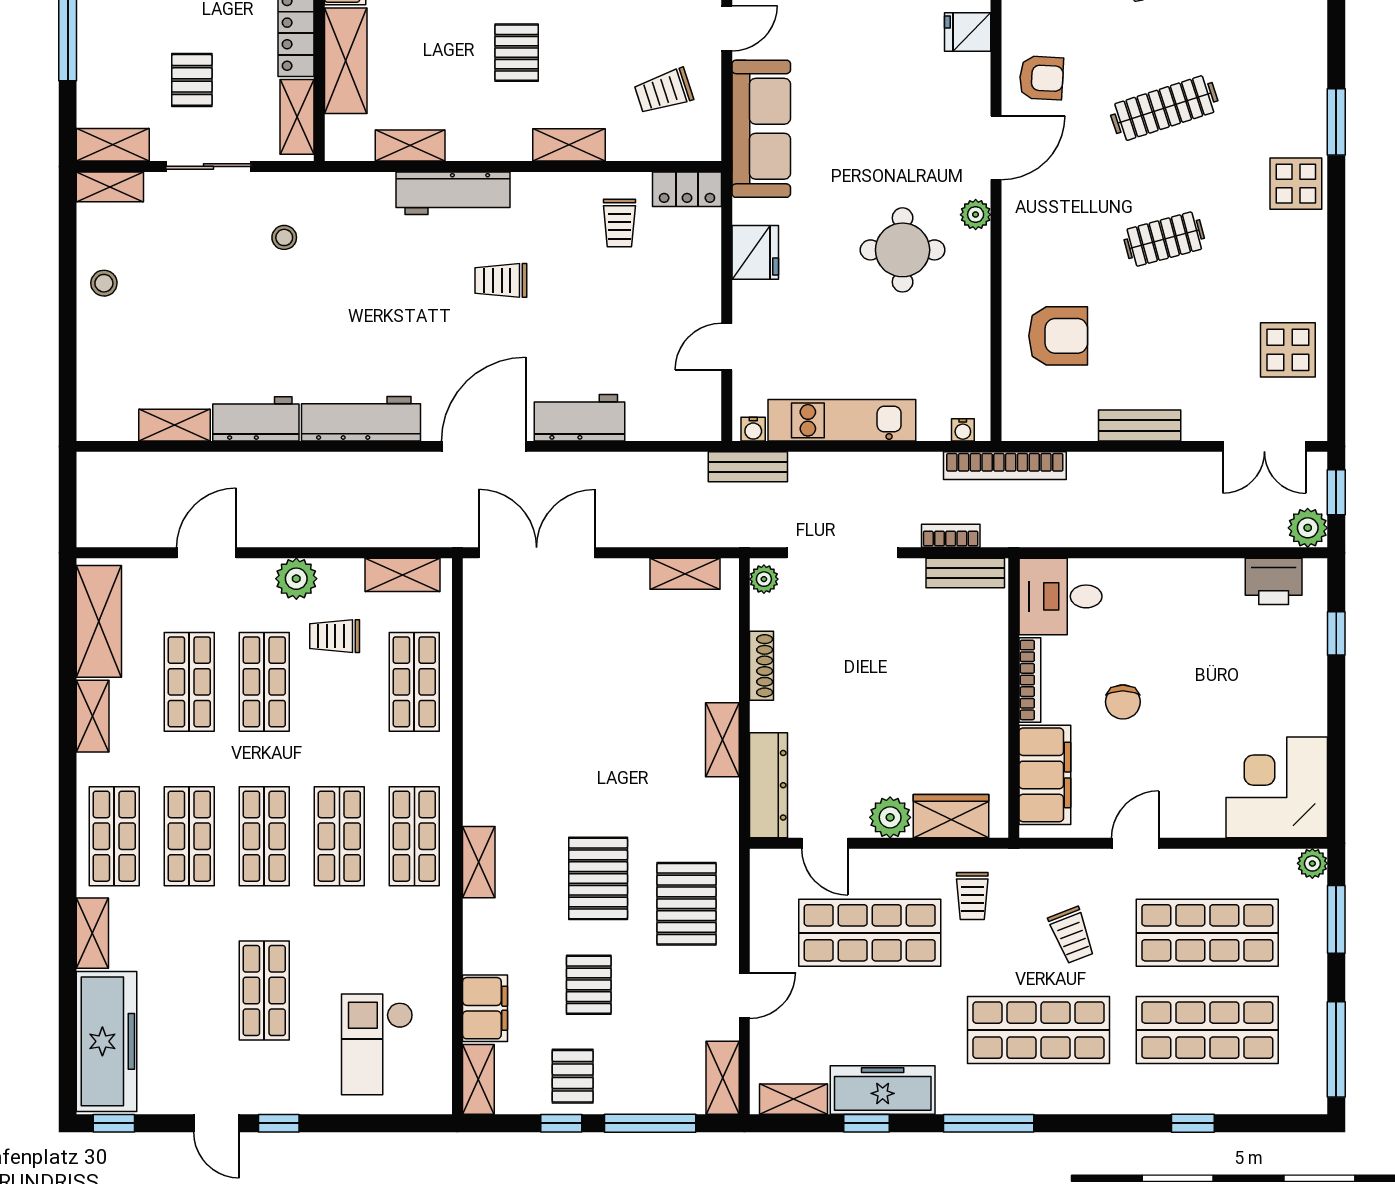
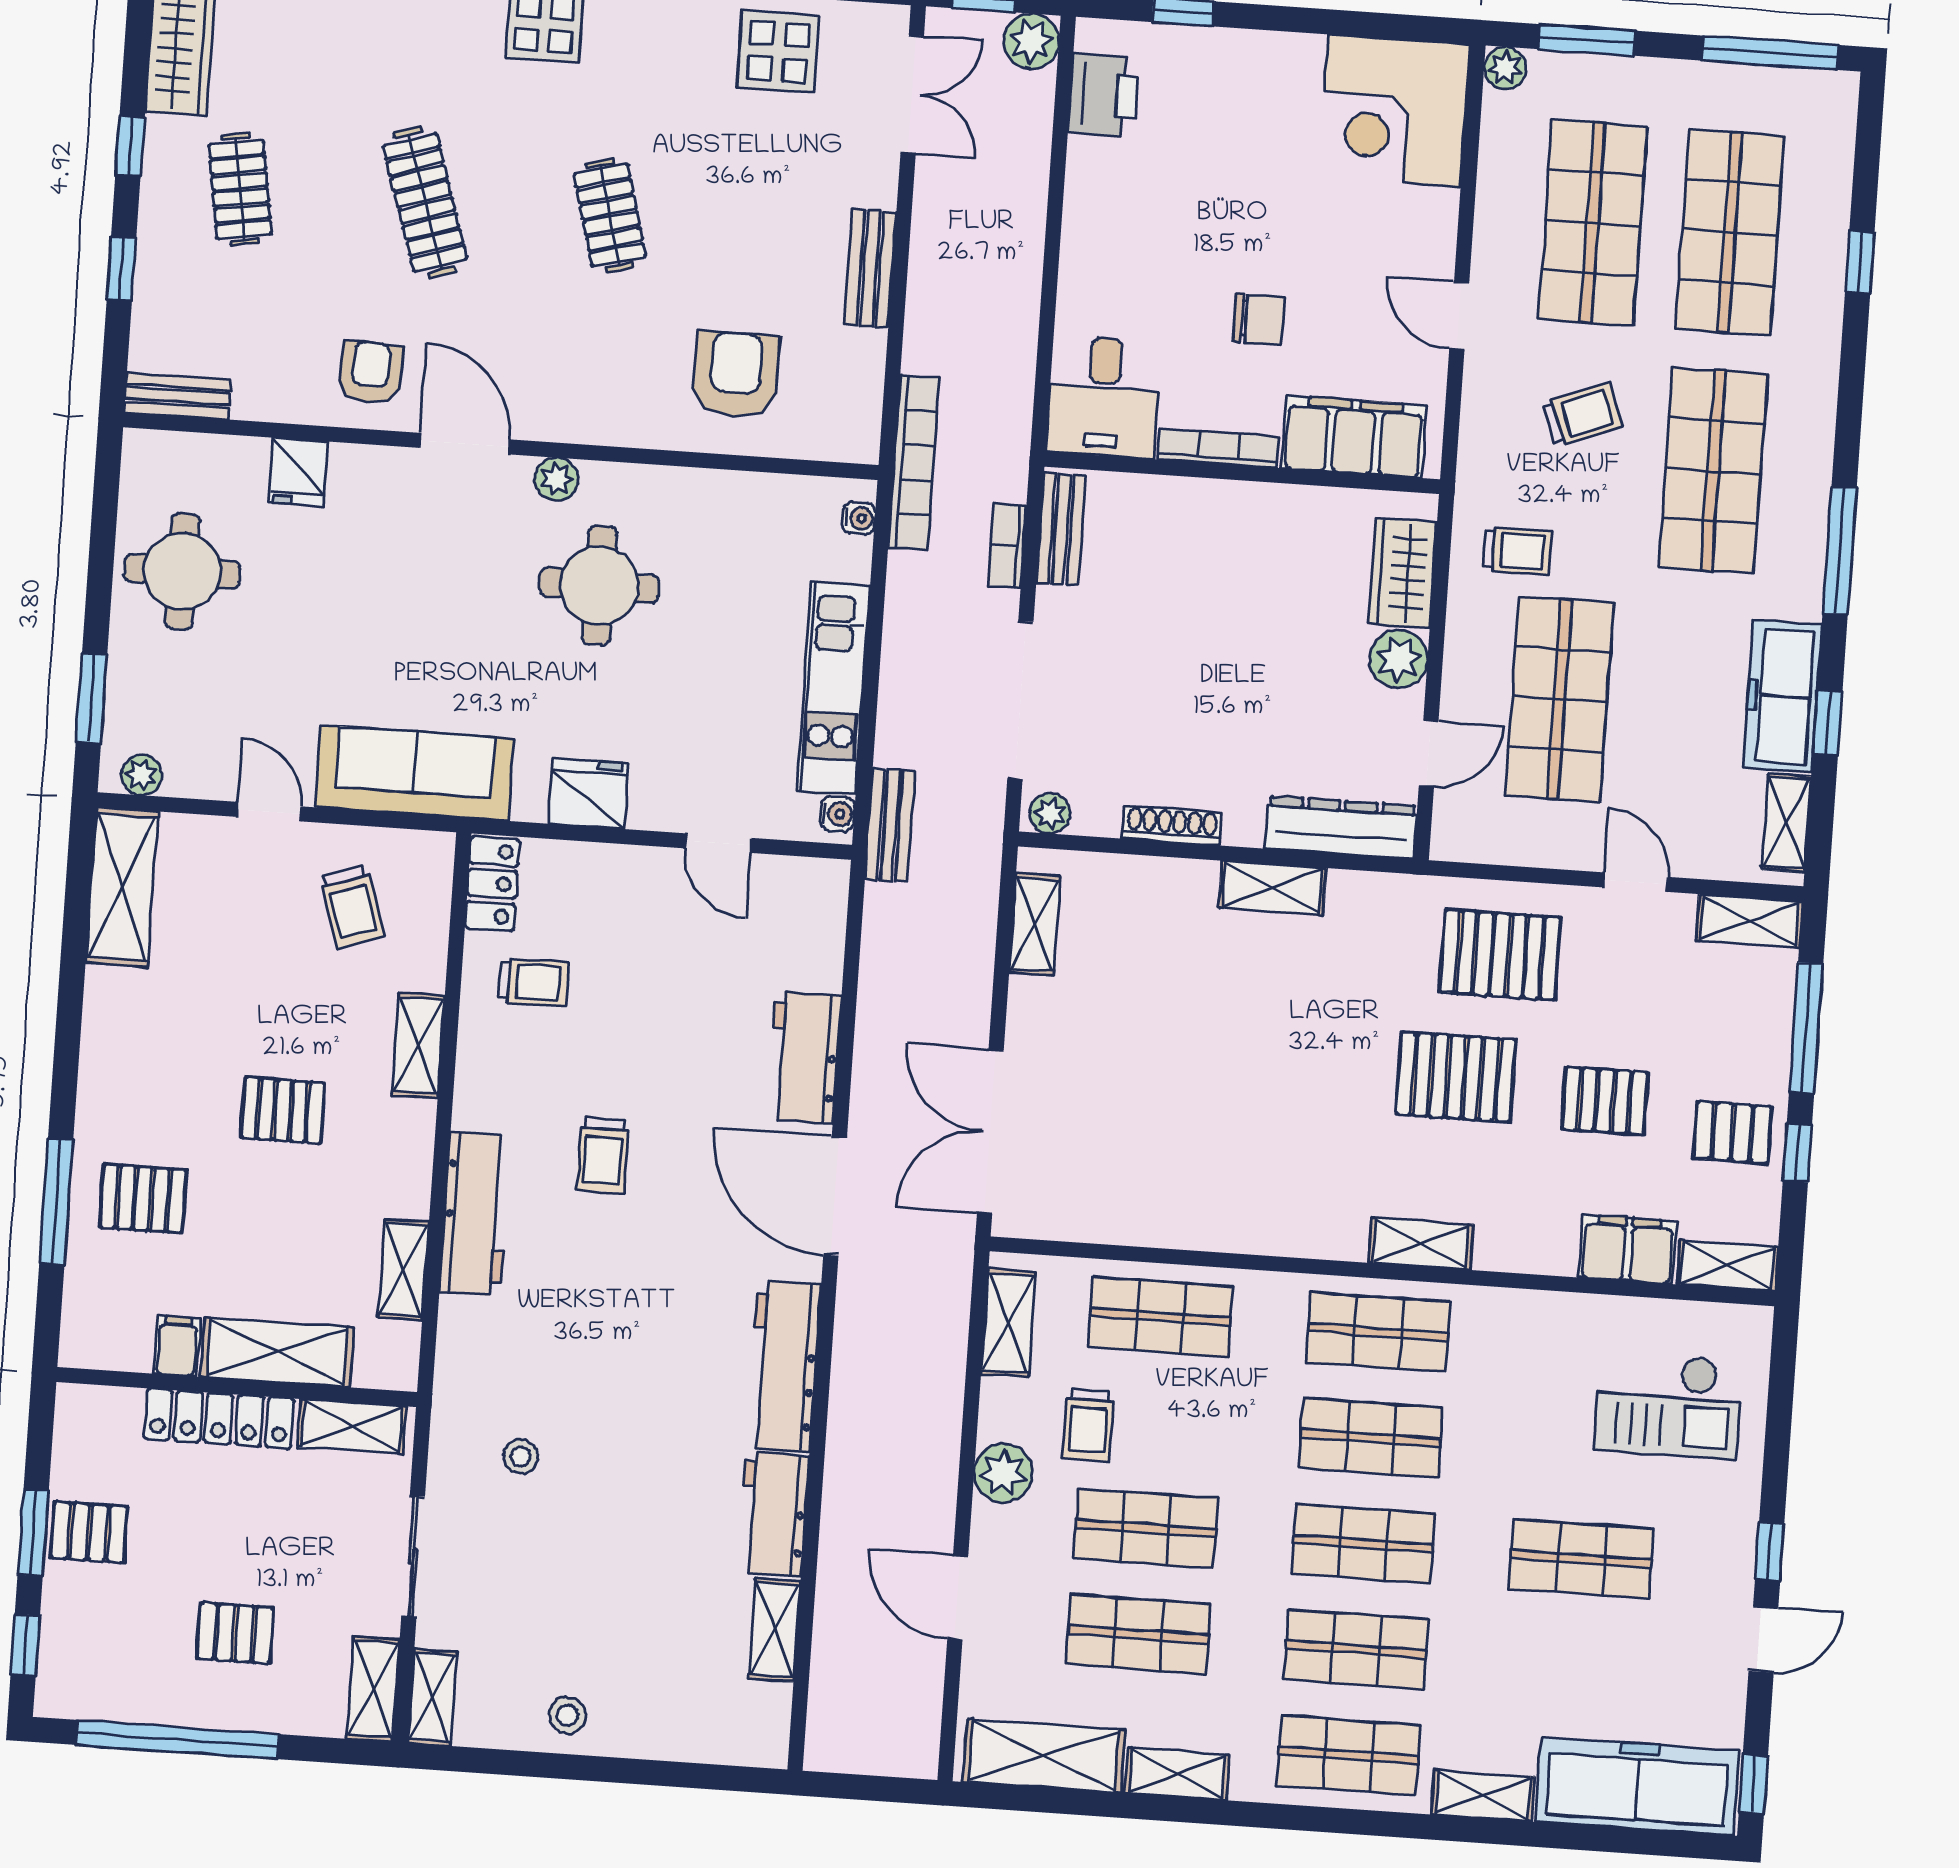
pallet: (192, 80) -> (235, 1633), moved

